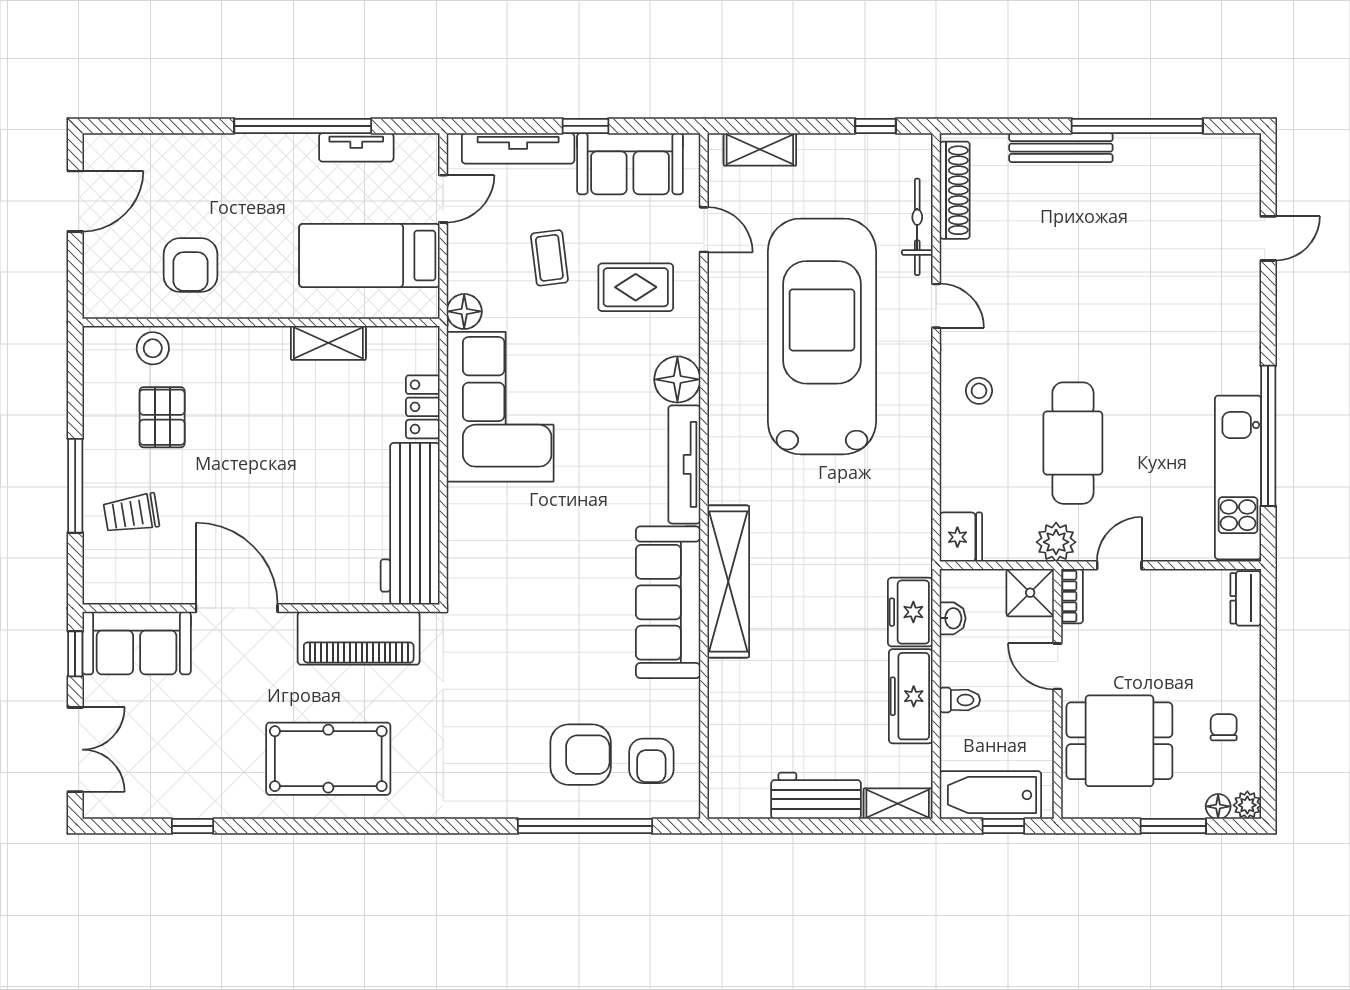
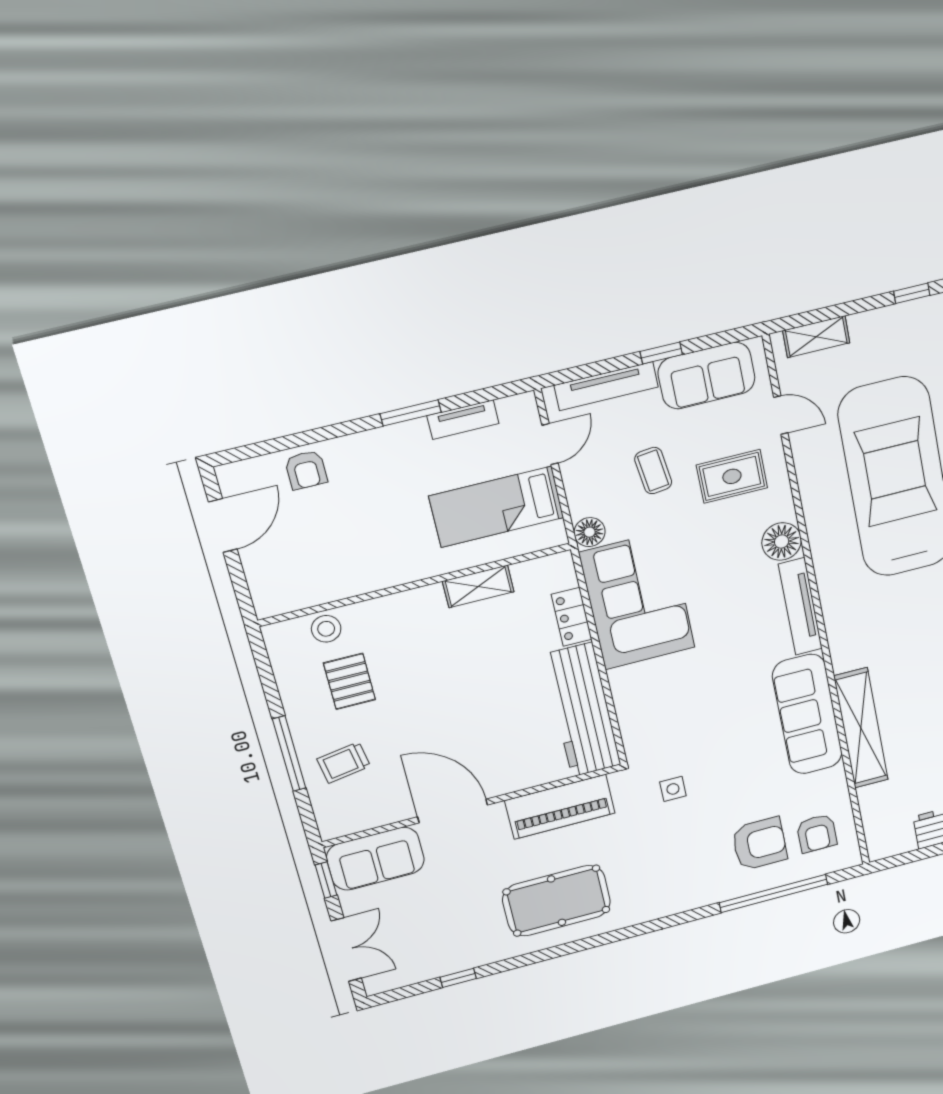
window: (303, 126) -> (411, 413), width x0.47
armchair: (190, 265) -> (306, 470), moved, width x0.72, depth x0.72
shelving: (728, 581) -> (861, 728), moved
side table: (493, 653) -> (673, 789), added

